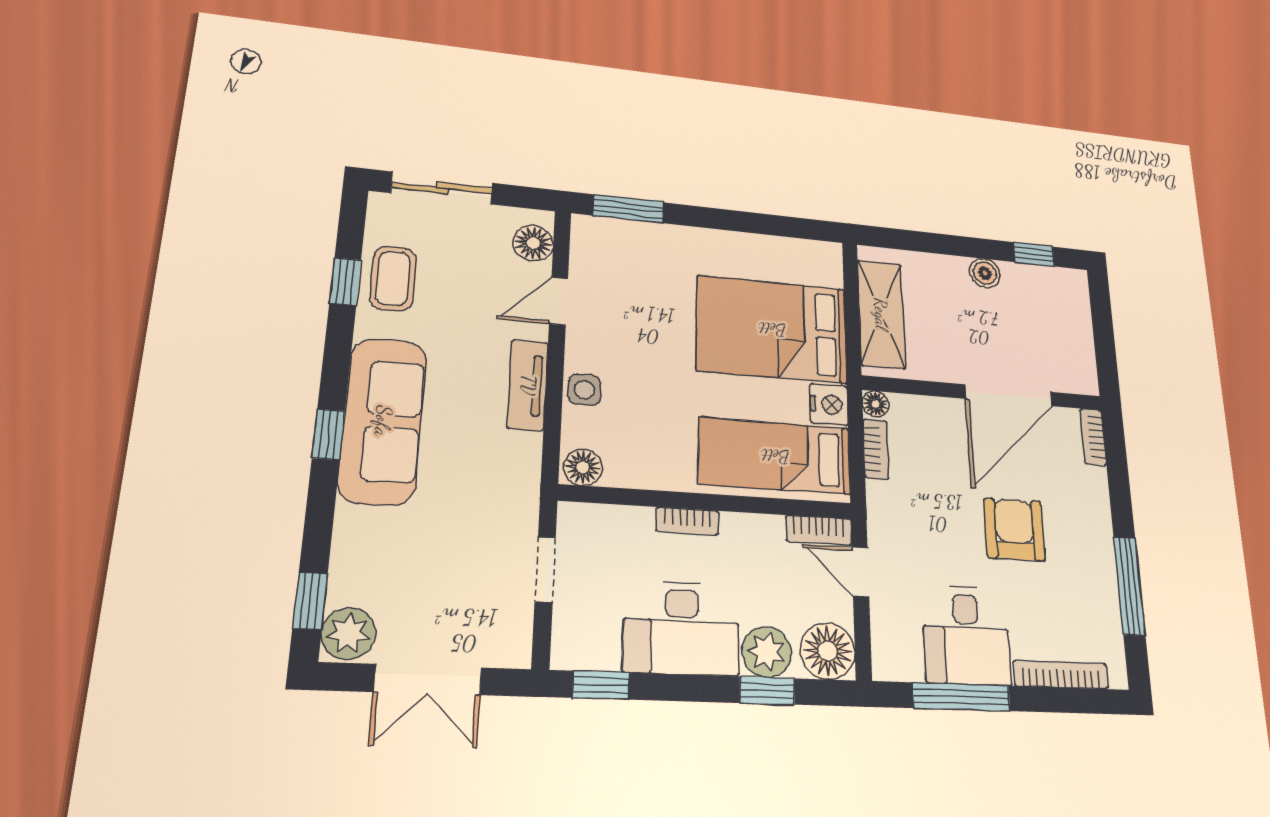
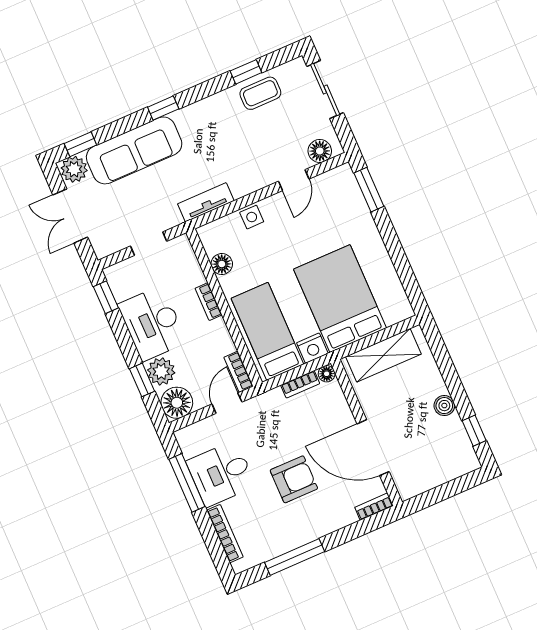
door: (559, 301) -> (294, 180), swing flipped
tv unit: (528, 385) -> (206, 202), moved
sofa: (383, 421) -> (134, 150), moved
floor lamp: (583, 467) -> (222, 264), moved

